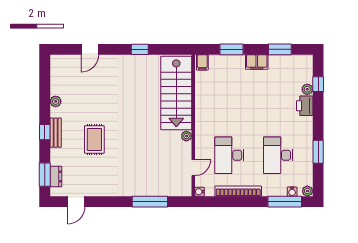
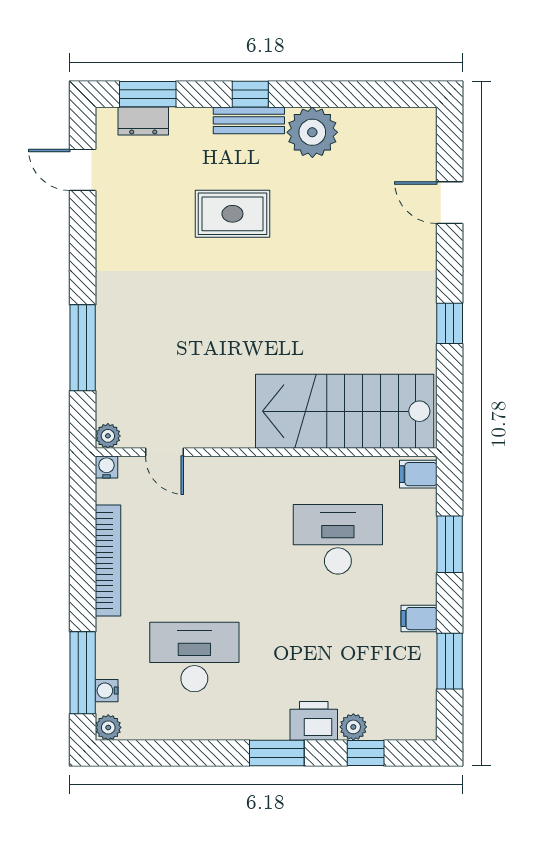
filing cabinet: (257, 62) -> (419, 619), width x0.50
plant: (56, 101) -> (312, 132), width x1.87, depth x1.87
plant: (186, 136) -> (108, 436), moved
window: (318, 152) -> (277, 753), moved
desk: (229, 155) -> (338, 539), moved

